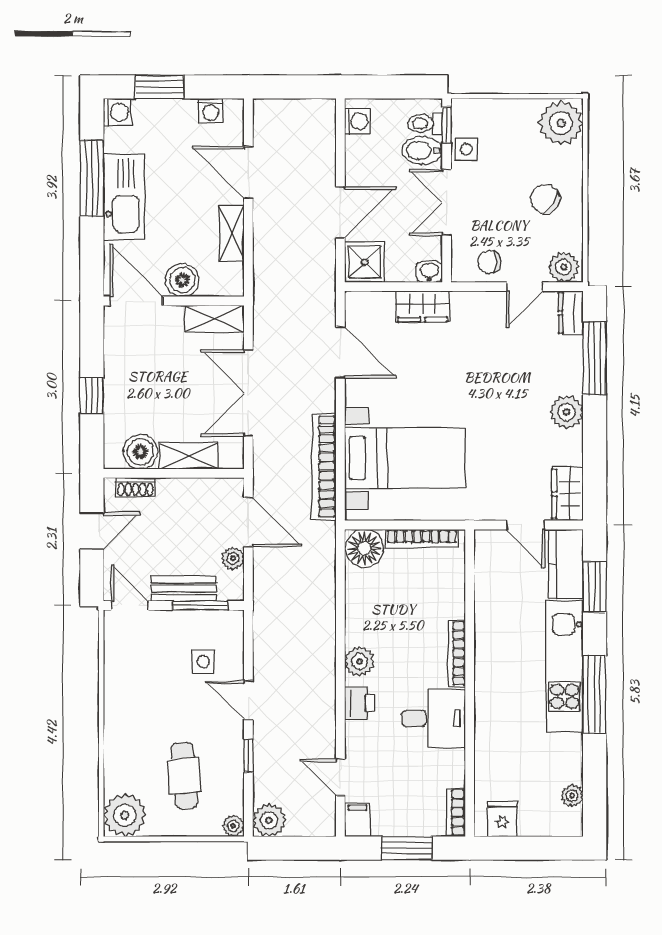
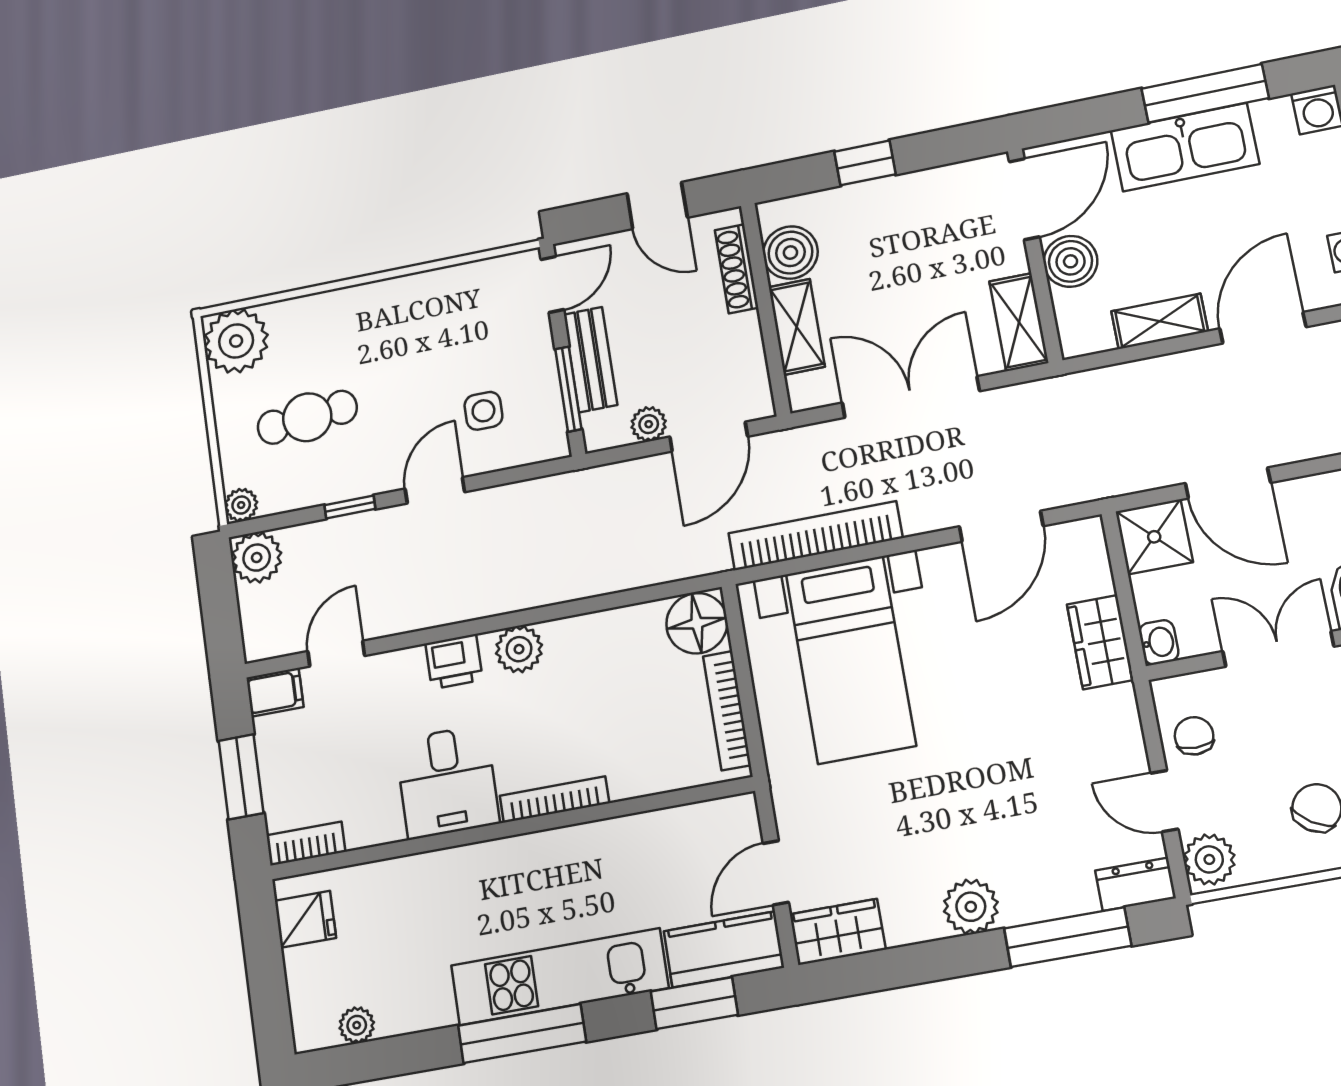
shoe rack: (135, 487) -> (737, 269), width x1.43

